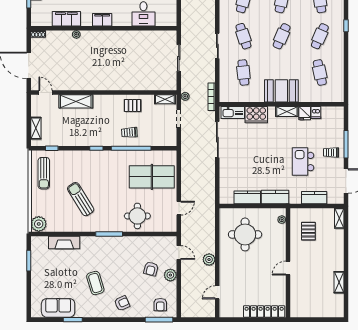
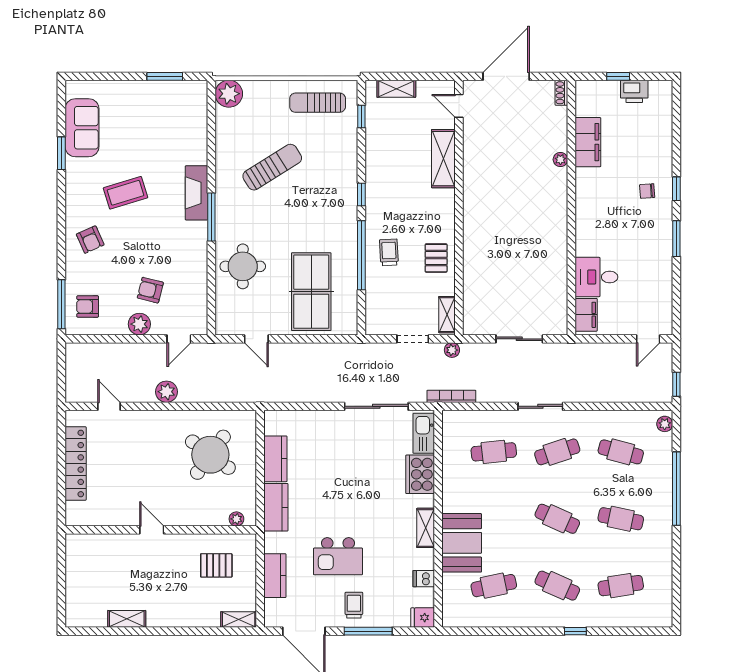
filing cabinet: (102, 20) -> (586, 315), moved
booth: (281, 91) -> (462, 543), moved
door: (46, 92) -> (459, 106), swing flipped
fridge: (305, 113) -> (423, 618), moved
kitchen island: (303, 162) -> (338, 556), turned 180
round table: (245, 234) -> (210, 455), turned 36
fireplace: (64, 242) -> (196, 193), moved
locker: (264, 312) -> (76, 464), moved

